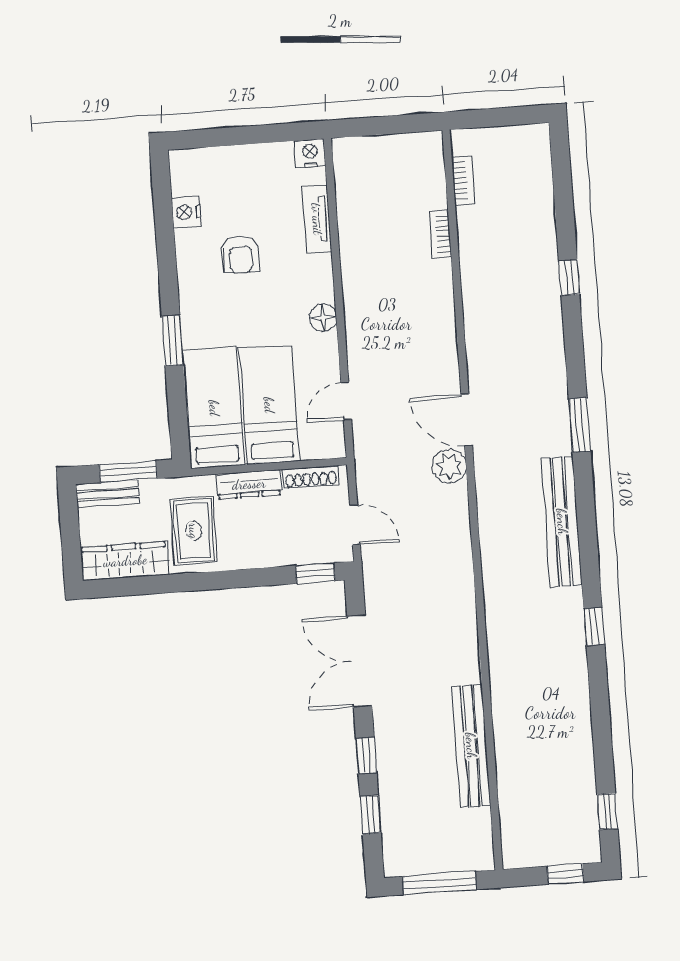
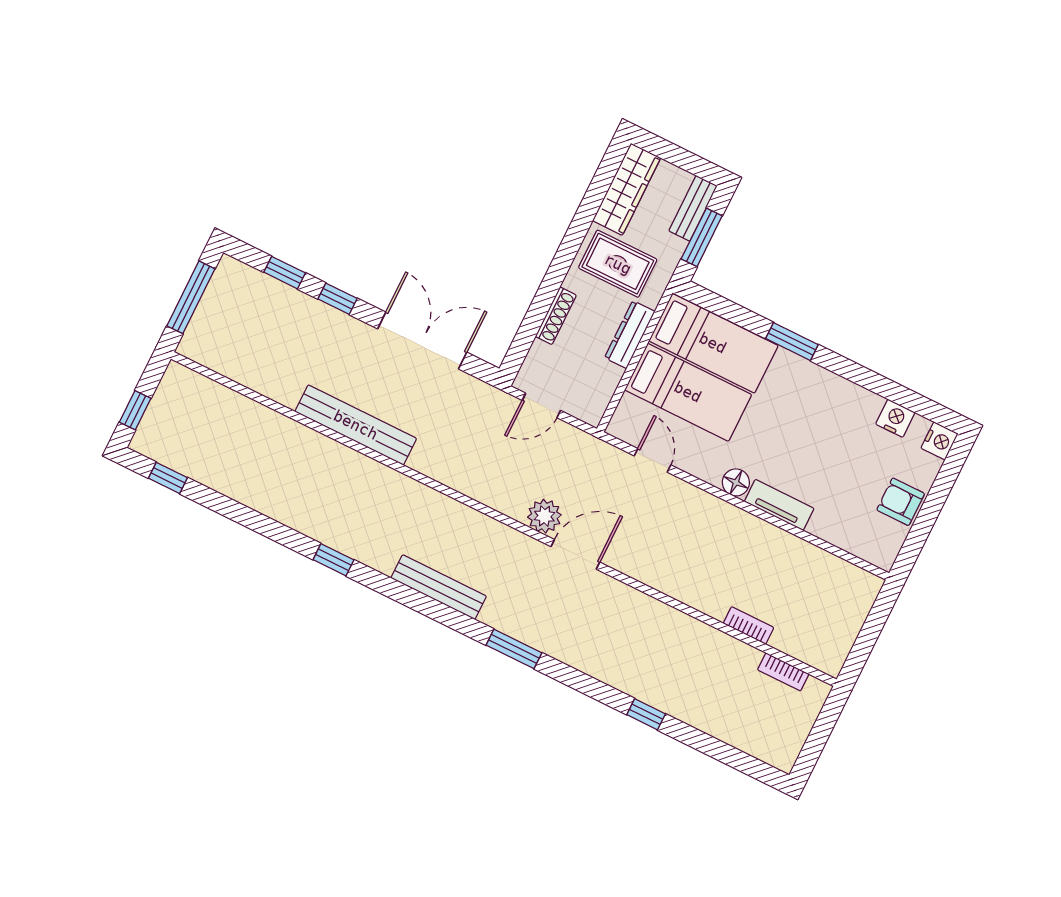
nightstand: (310, 153) -> (940, 441), moved
tv unit: (317, 219) -> (779, 505), moved
armchair: (241, 254) -> (901, 502), moved
shoe rack: (311, 477) -> (556, 316), moved, turned 180
bench: (562, 522) -> (439, 587), width x0.73, depth x0.82
window: (315, 573) -> (520, 347), removed
bench: (471, 746) -> (356, 425), moved

